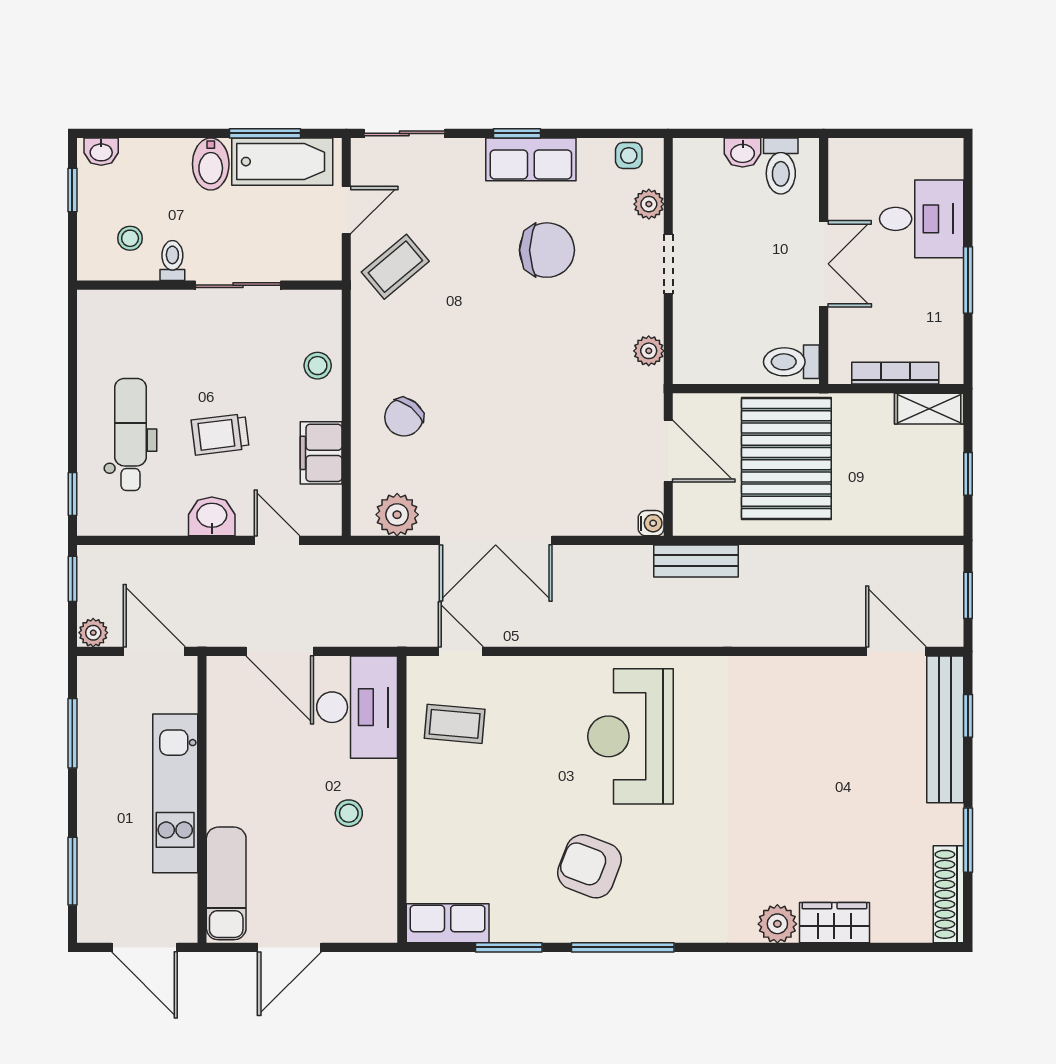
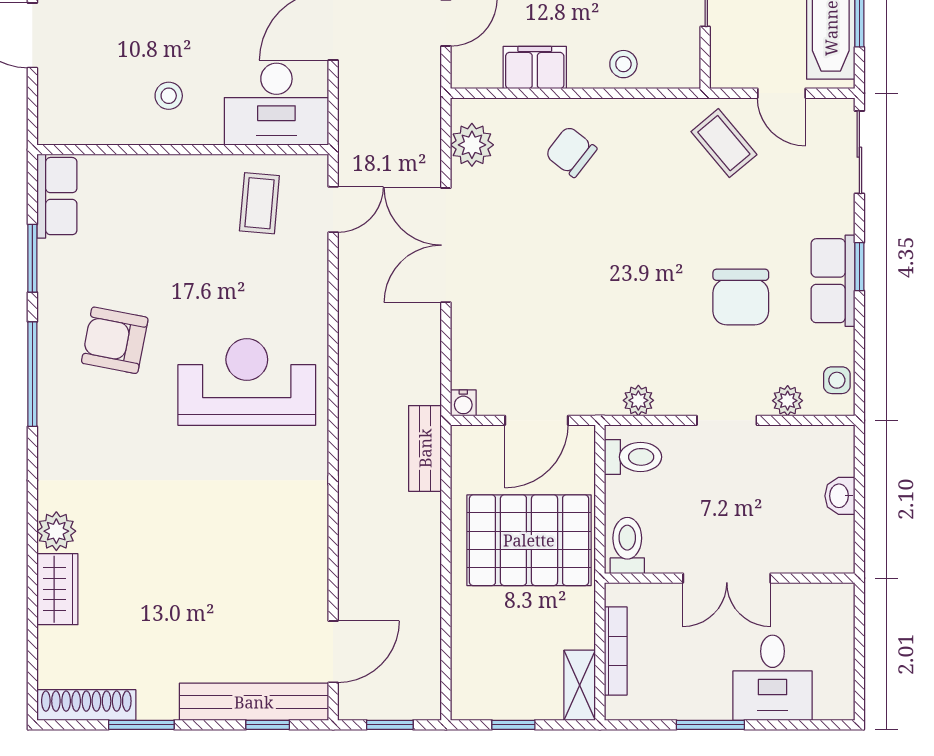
toilet: (781, 166) -> (633, 457), moved, turned 180
armchair: (589, 866) -> (115, 340), turned -100

